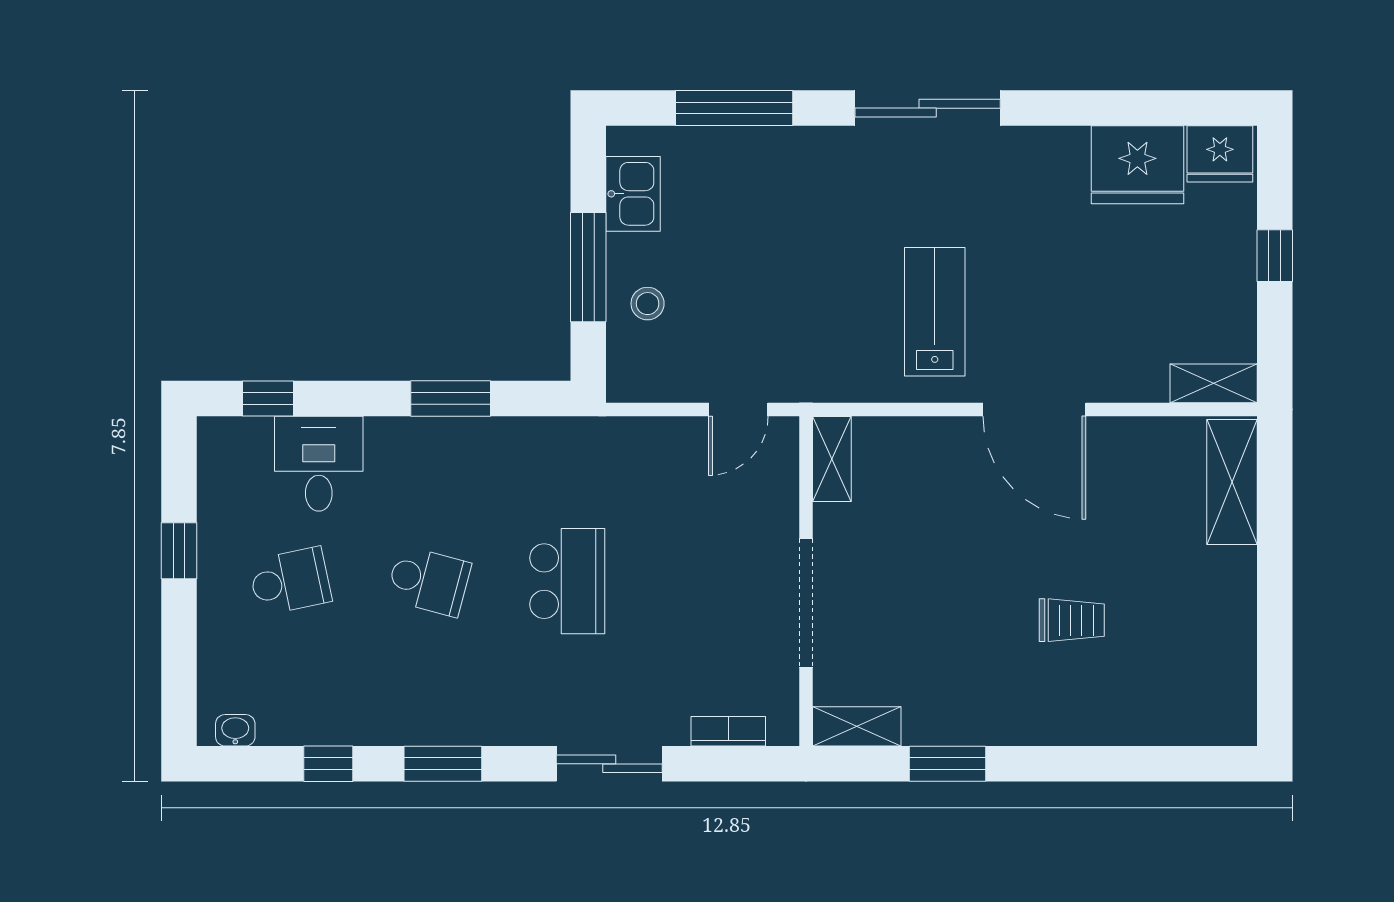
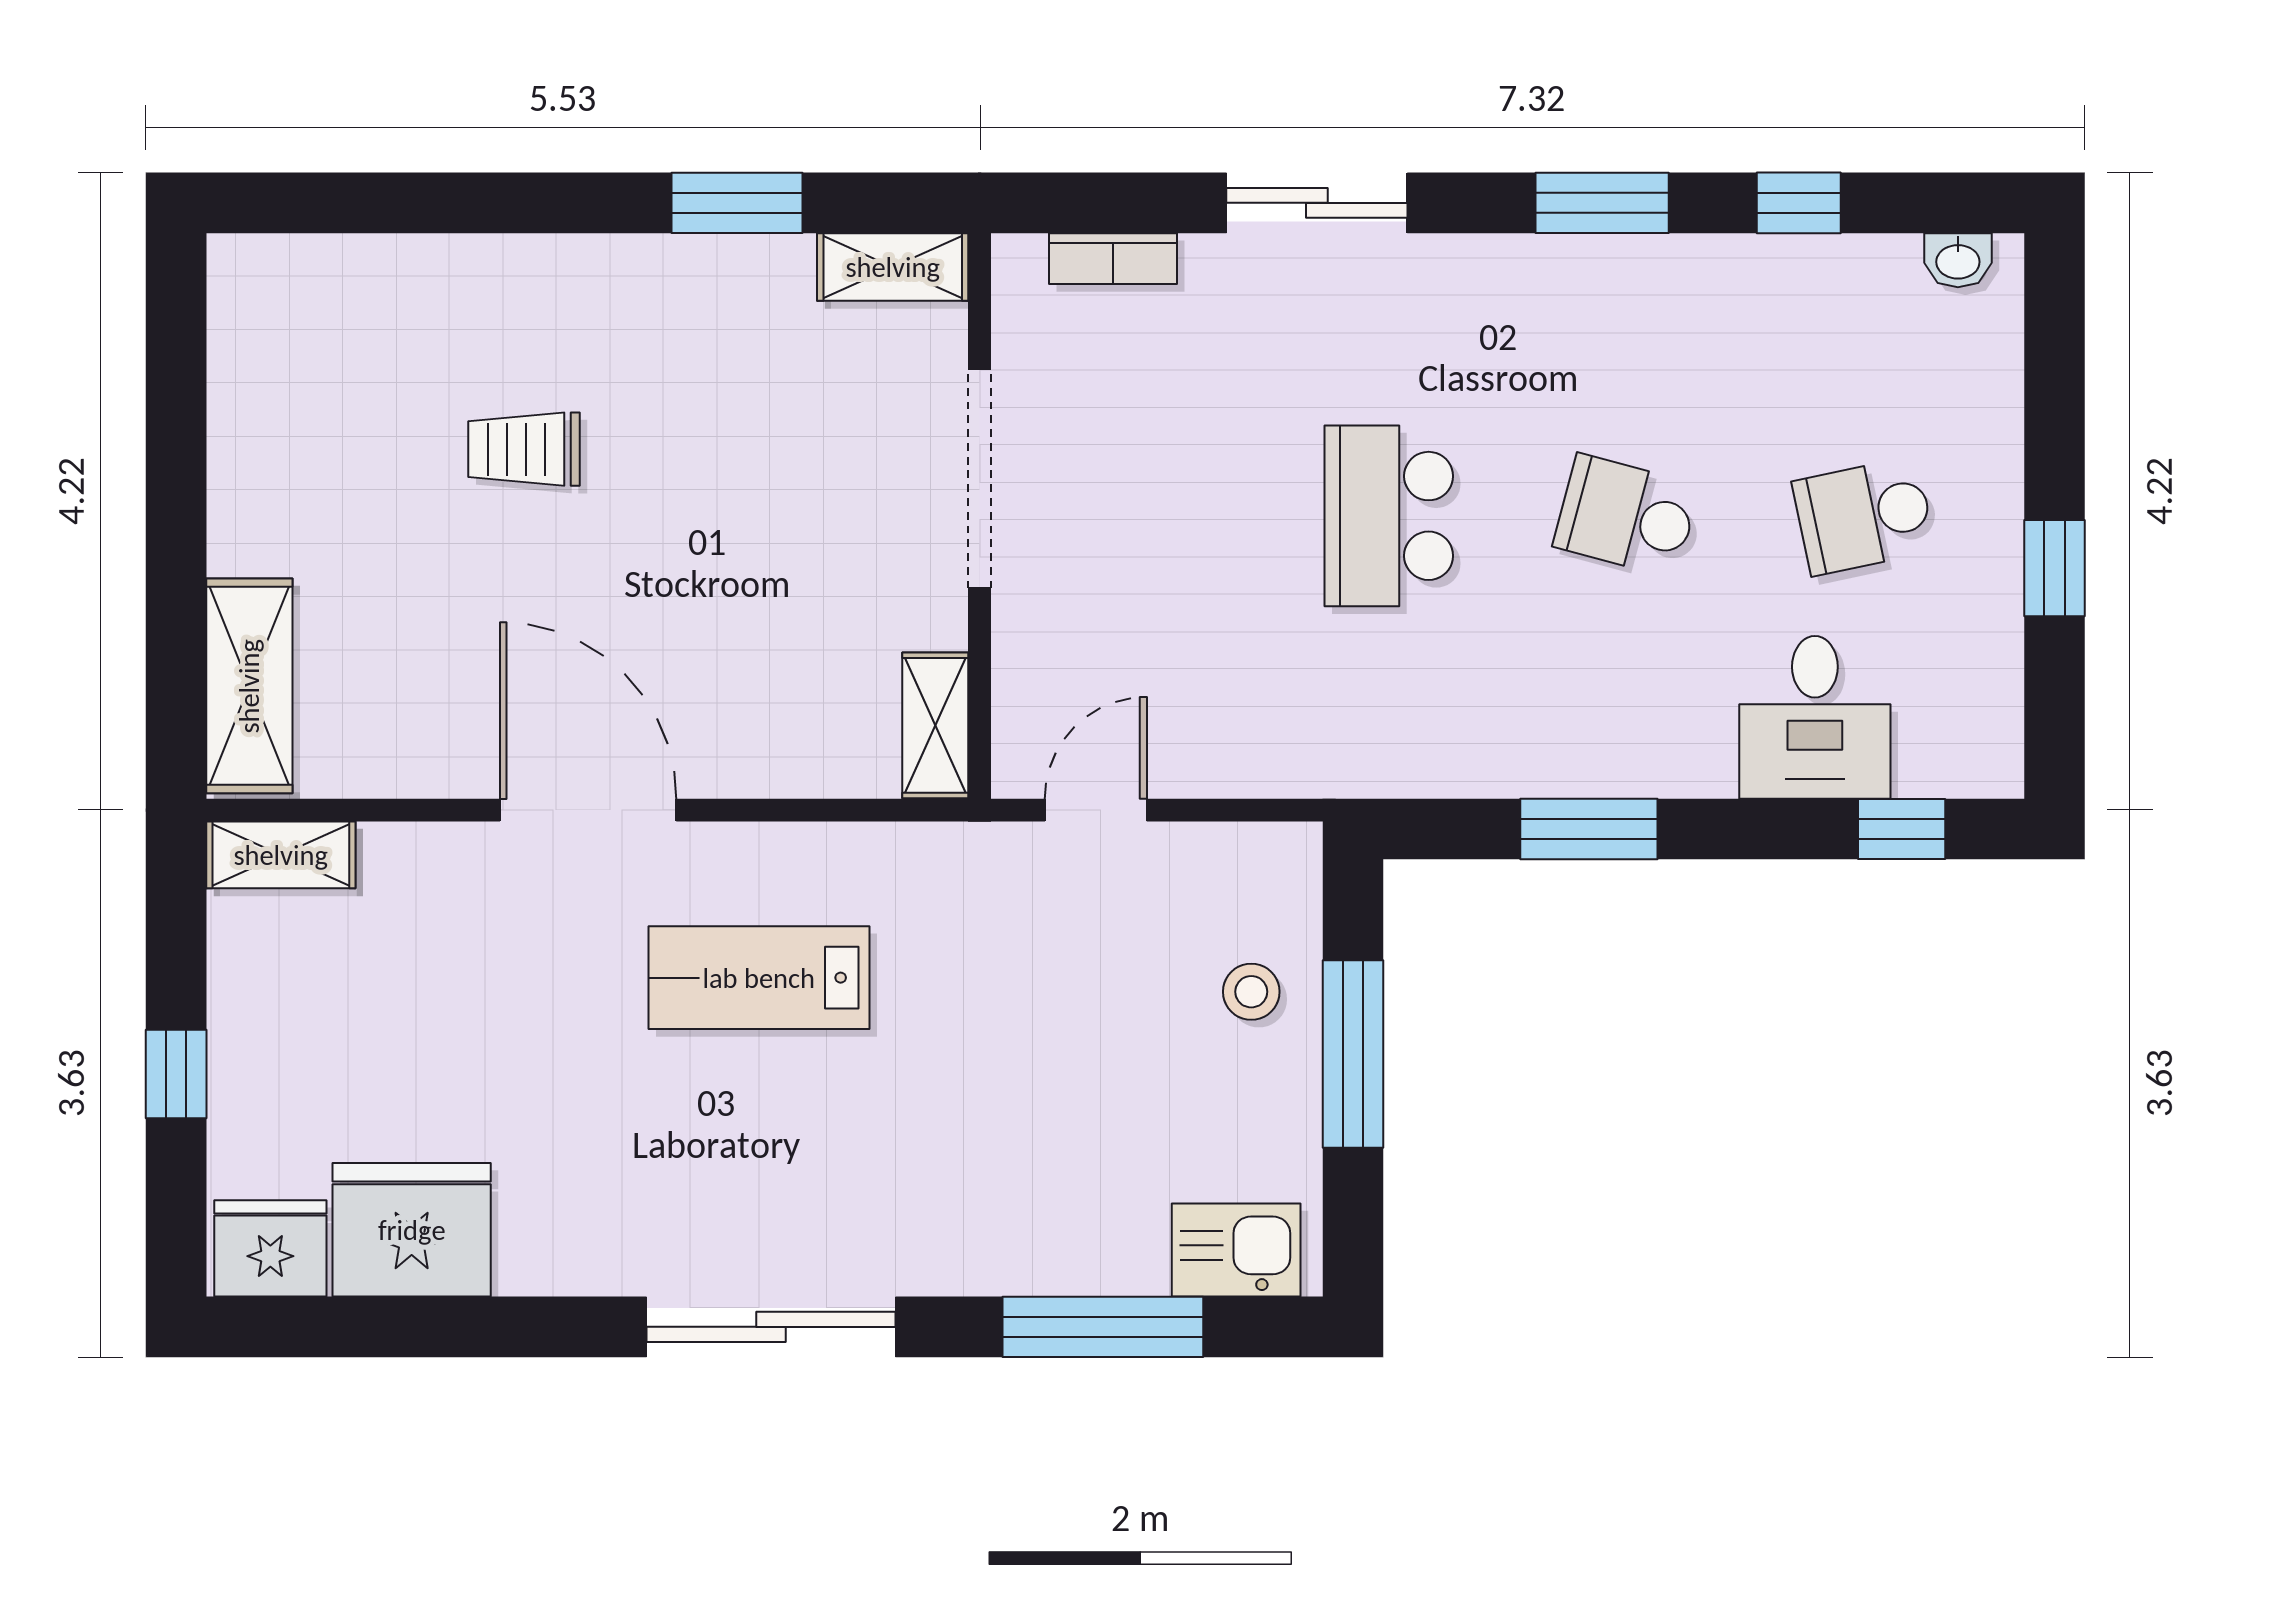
kitchen sink: (633, 194) -> (1236, 1250), moved, turned 90
lab bench: (935, 312) -> (759, 978), turned 90

